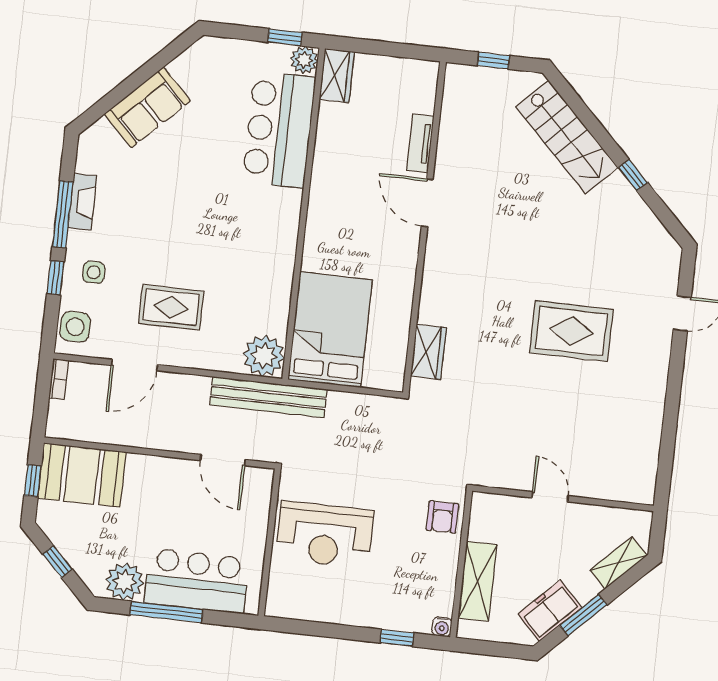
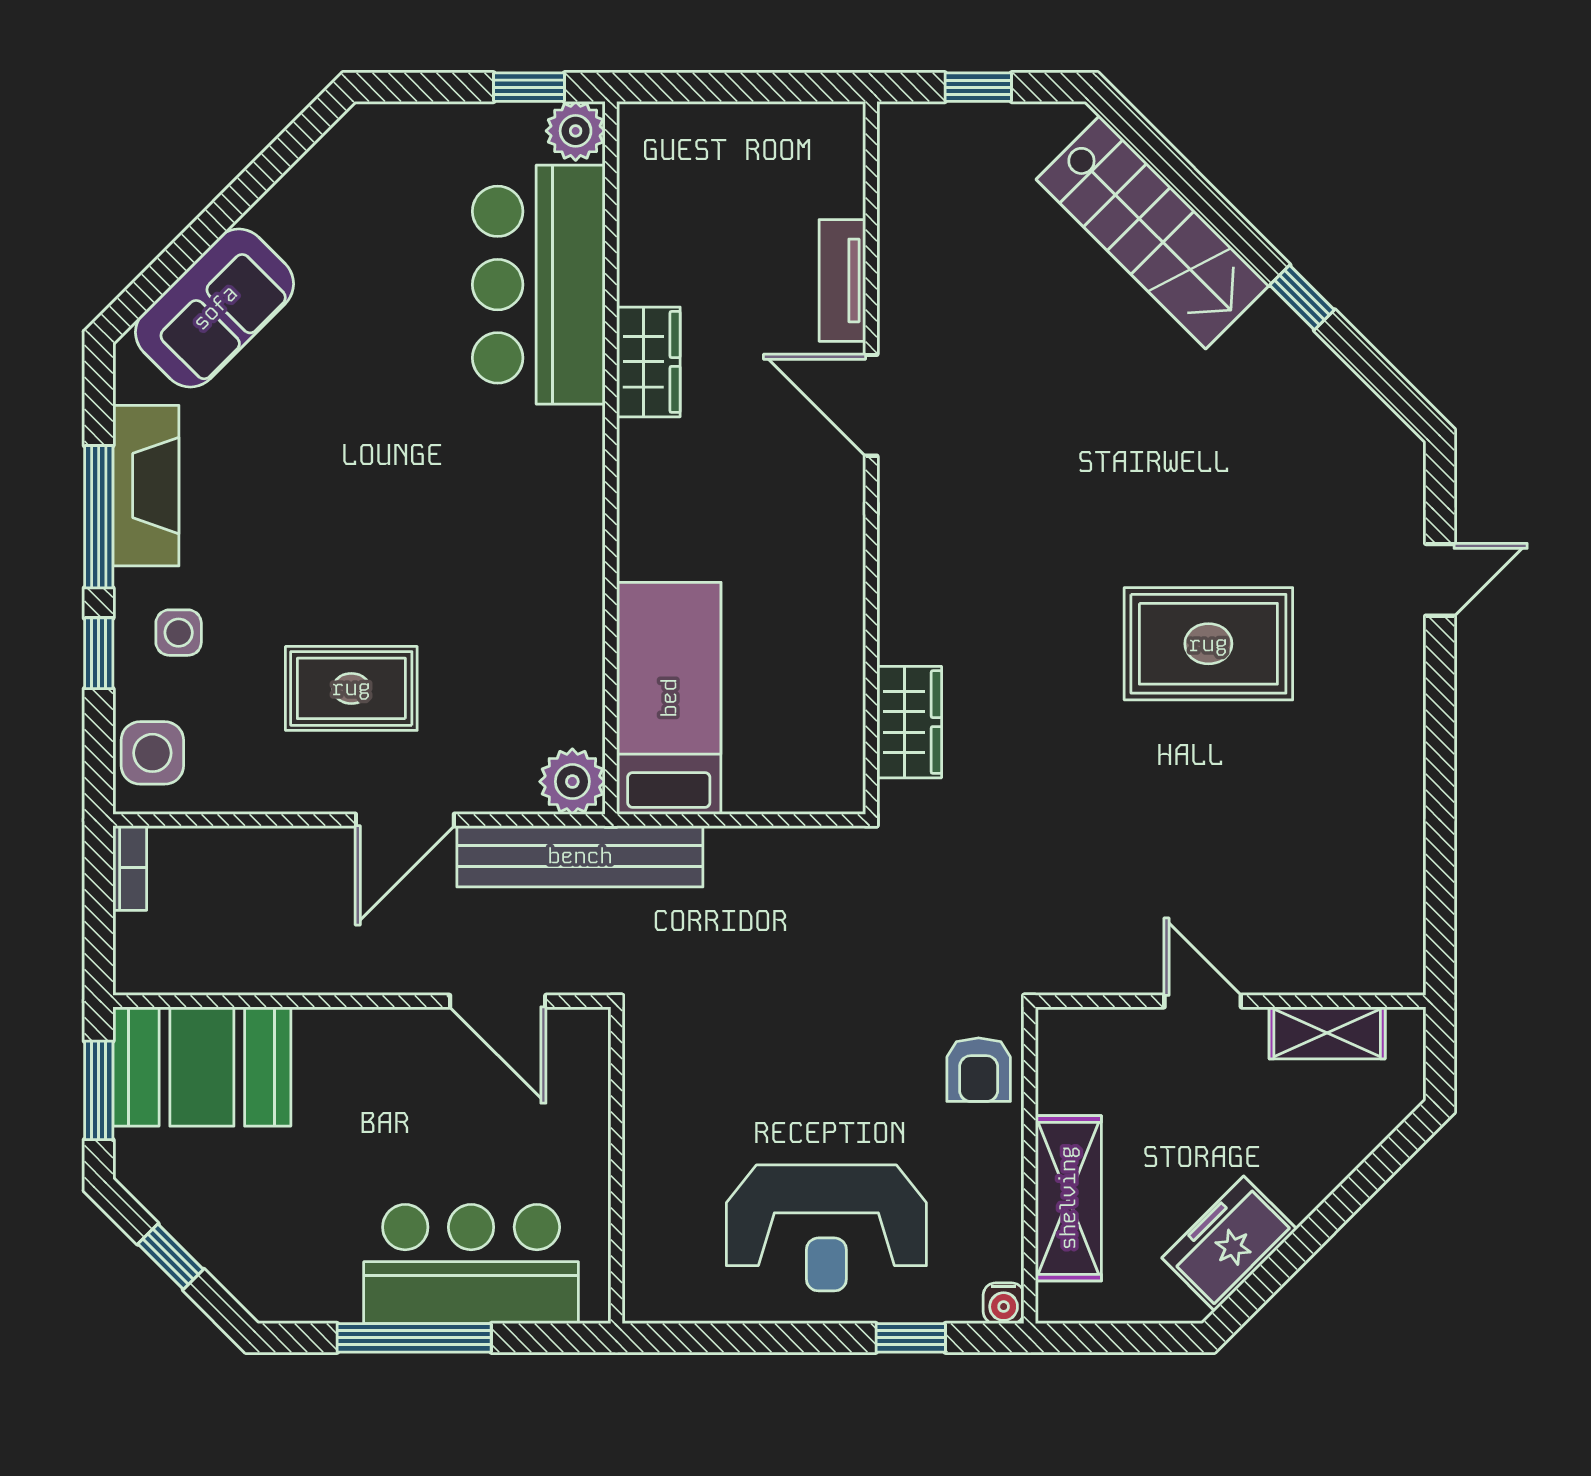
wardrobe: (337, 76) -> (648, 362), moved
sofa: (147, 107) -> (215, 308), moved
fireplace: (82, 202) -> (146, 486), width x1.37, depth x1.32
bed: (330, 330) -> (669, 698), width x0.67
plant: (264, 356) -> (572, 782), width x0.73, depth x0.73
door: (135, 365) -> (405, 820), moved
window: (33, 481) -> (99, 1090), width x1.50
reception desk: (325, 535) -> (826, 1228), moved
shelving: (619, 563) -> (1327, 1033), moved, turned 45
plant: (125, 582) -> (318, 1283), removed
window: (583, 615) -> (1301, 1245), removed

